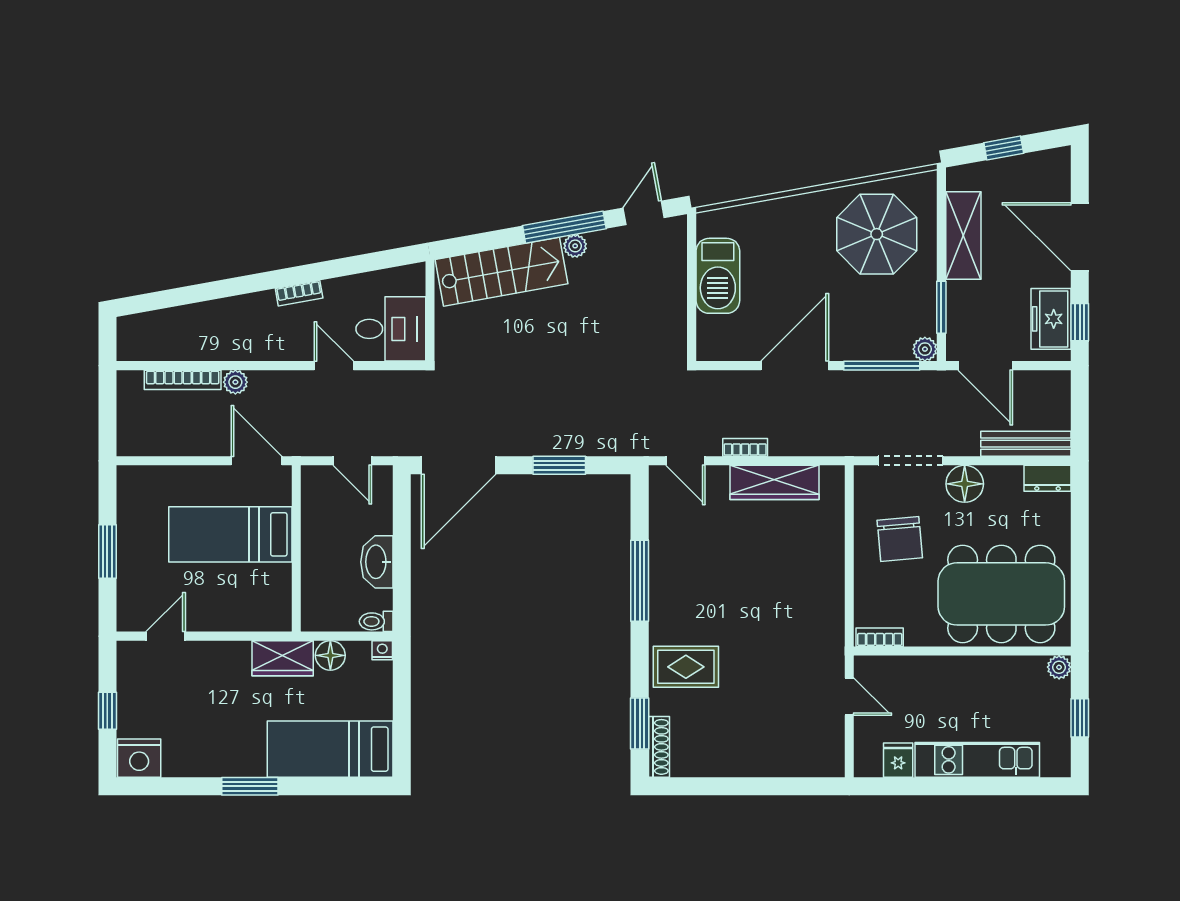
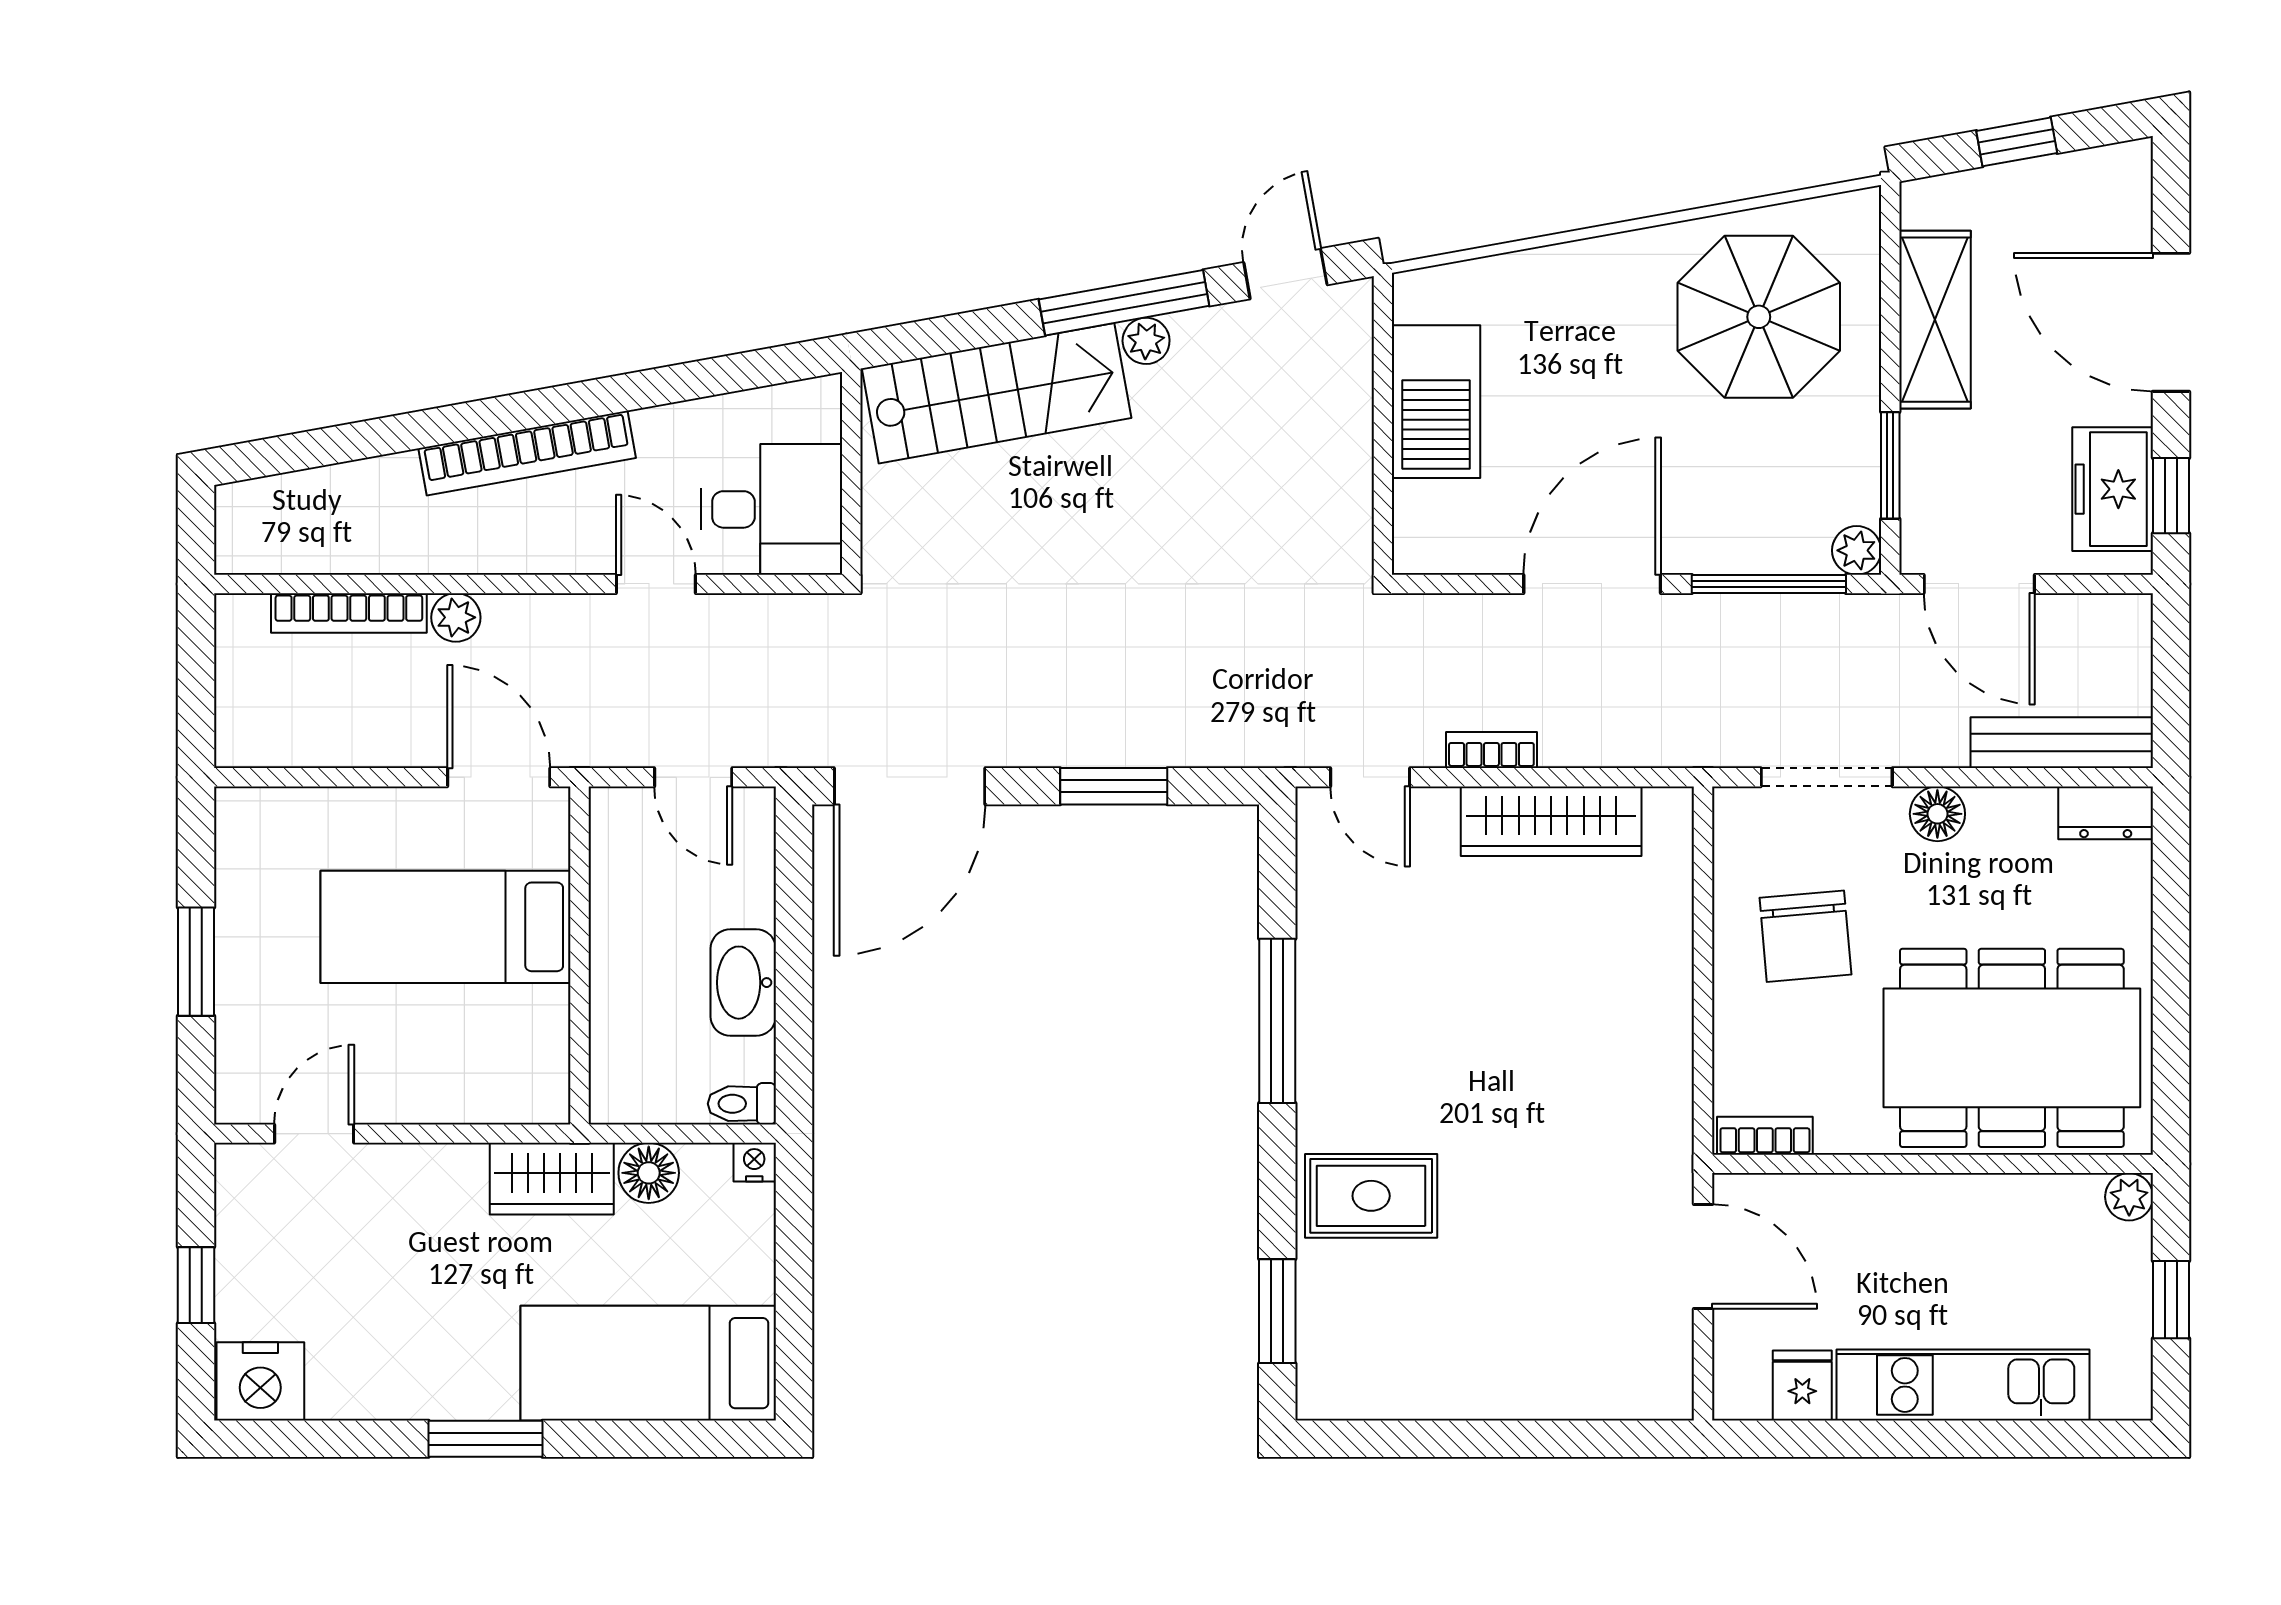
bookcase: (299, 293) -> (527, 453), width x2.31, depth x1.31
floor lamp: (965, 484) -> (1937, 814), width x0.73, depth x0.73
door: (849, 697) -> (1703, 1257), width x1.38
shoe rack: (659, 747) -> (1316, 1359), removed

